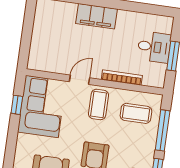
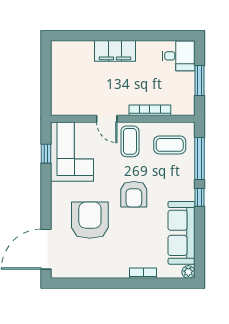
desk: (154, 47) -> (179, 56), moved
door: (79, 80) -> (107, 119), swing flipped

